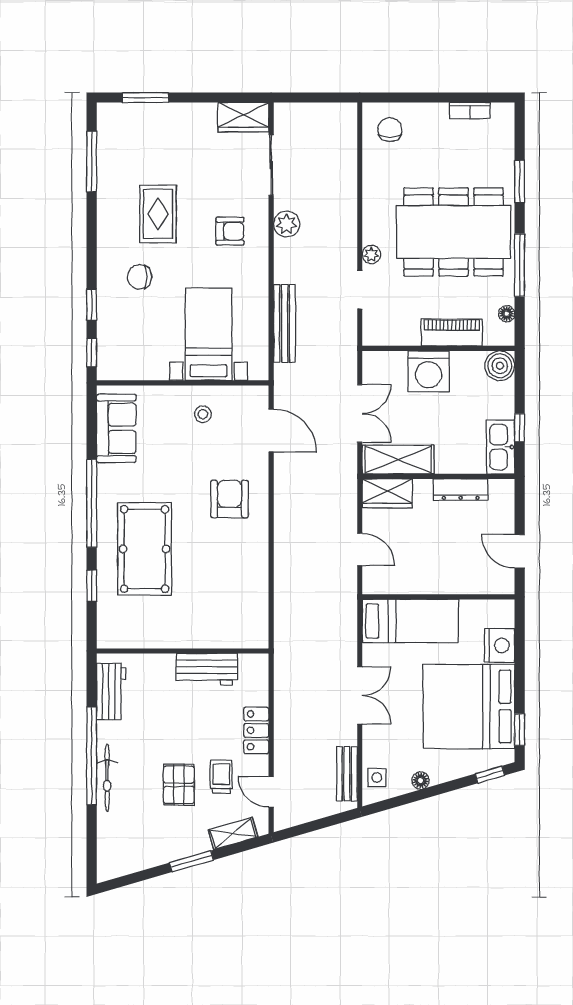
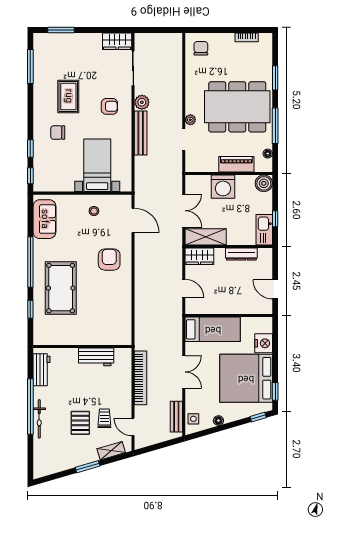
bench: (285, 323) -> (141, 133), moved
bookcase: (284, 706) -> (141, 378), added
locker: (256, 730) -> (125, 392), removed

